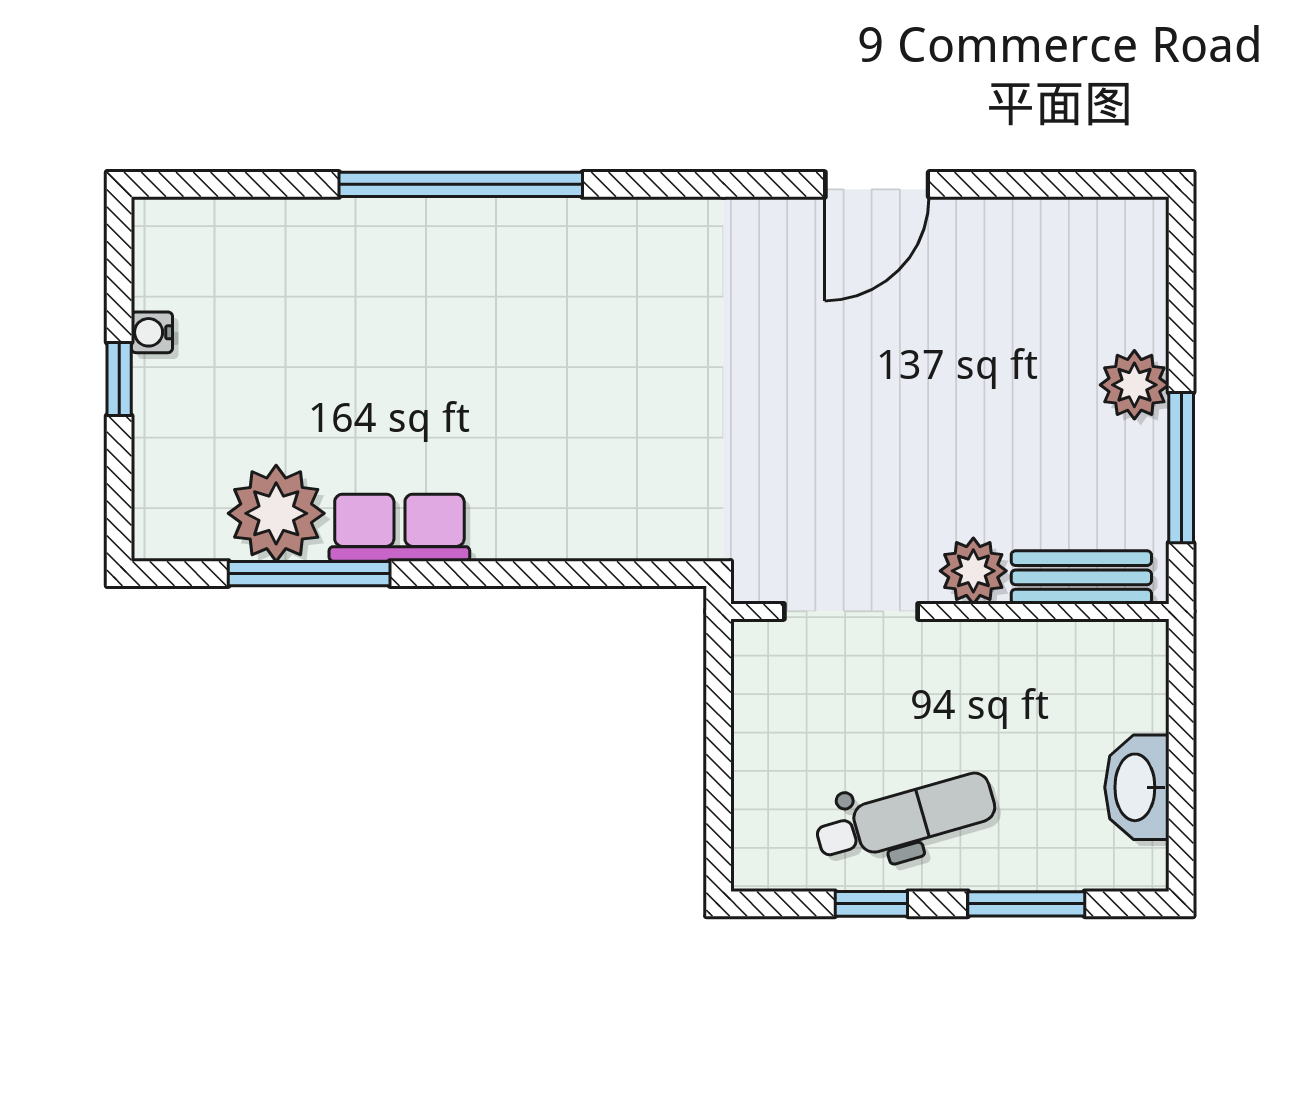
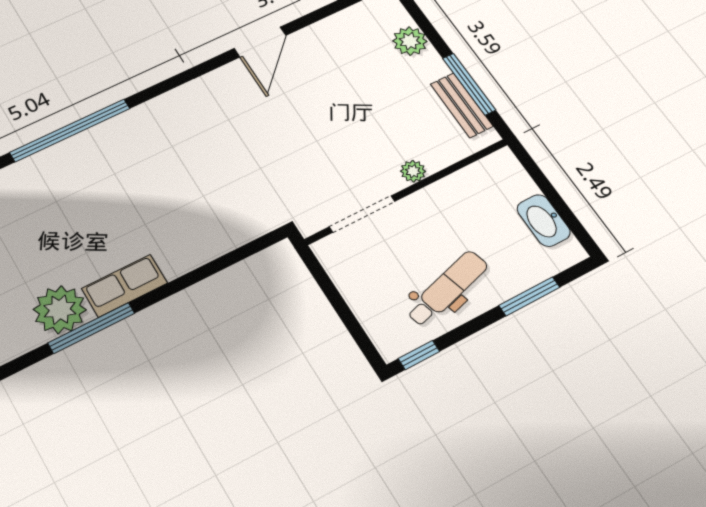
plant: (1134, 385) -> (410, 41), moved
plant: (973, 571) -> (413, 171), width x0.73, depth x0.73
bench: (1081, 577) -> (462, 105), moved, turned 90
window: (871, 904) -> (419, 355), moved

